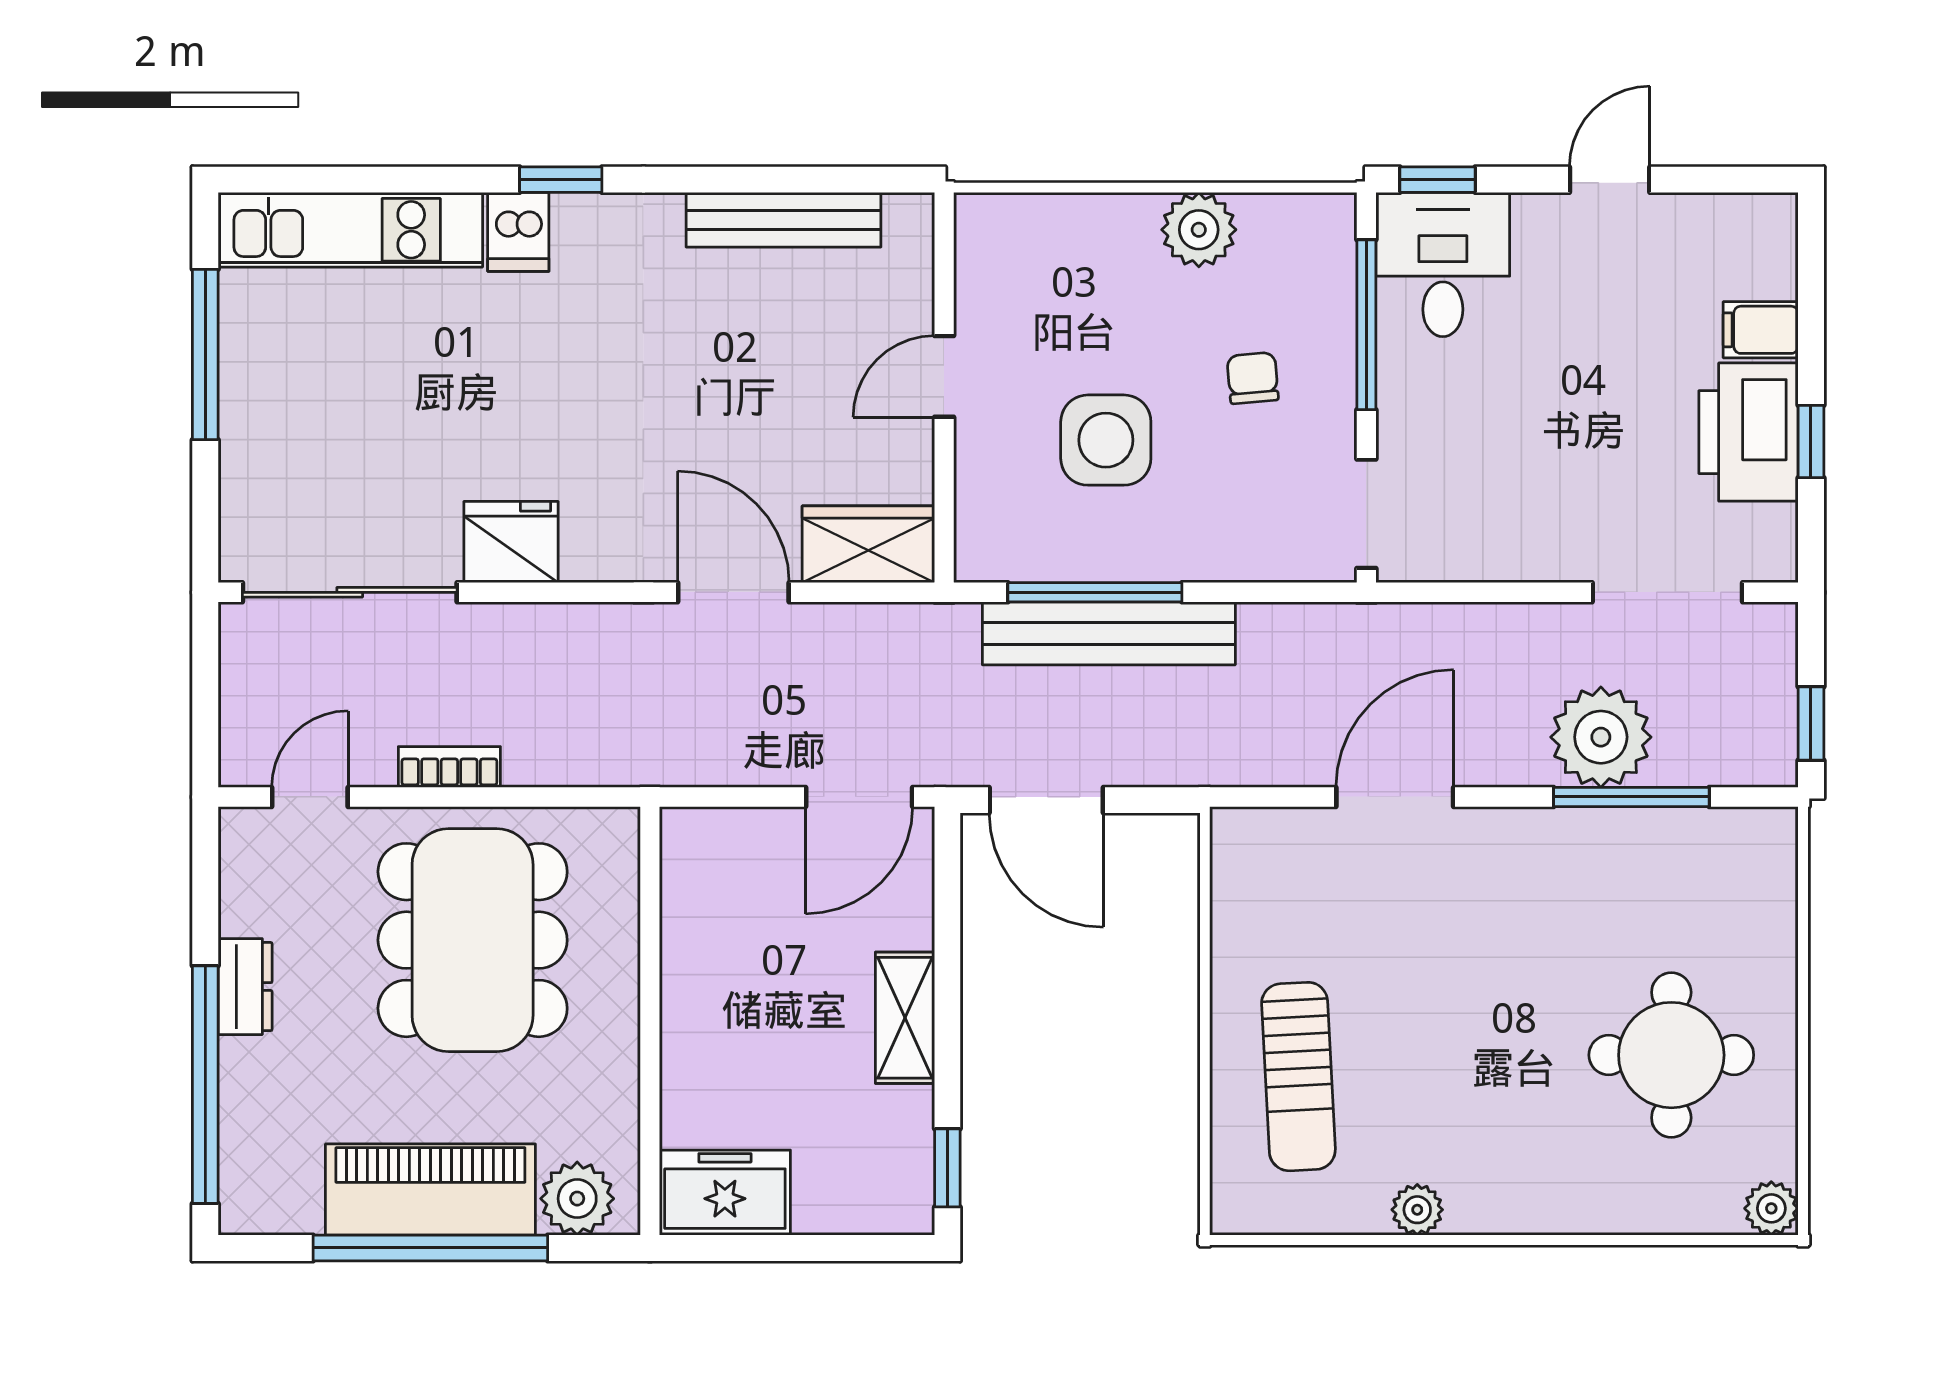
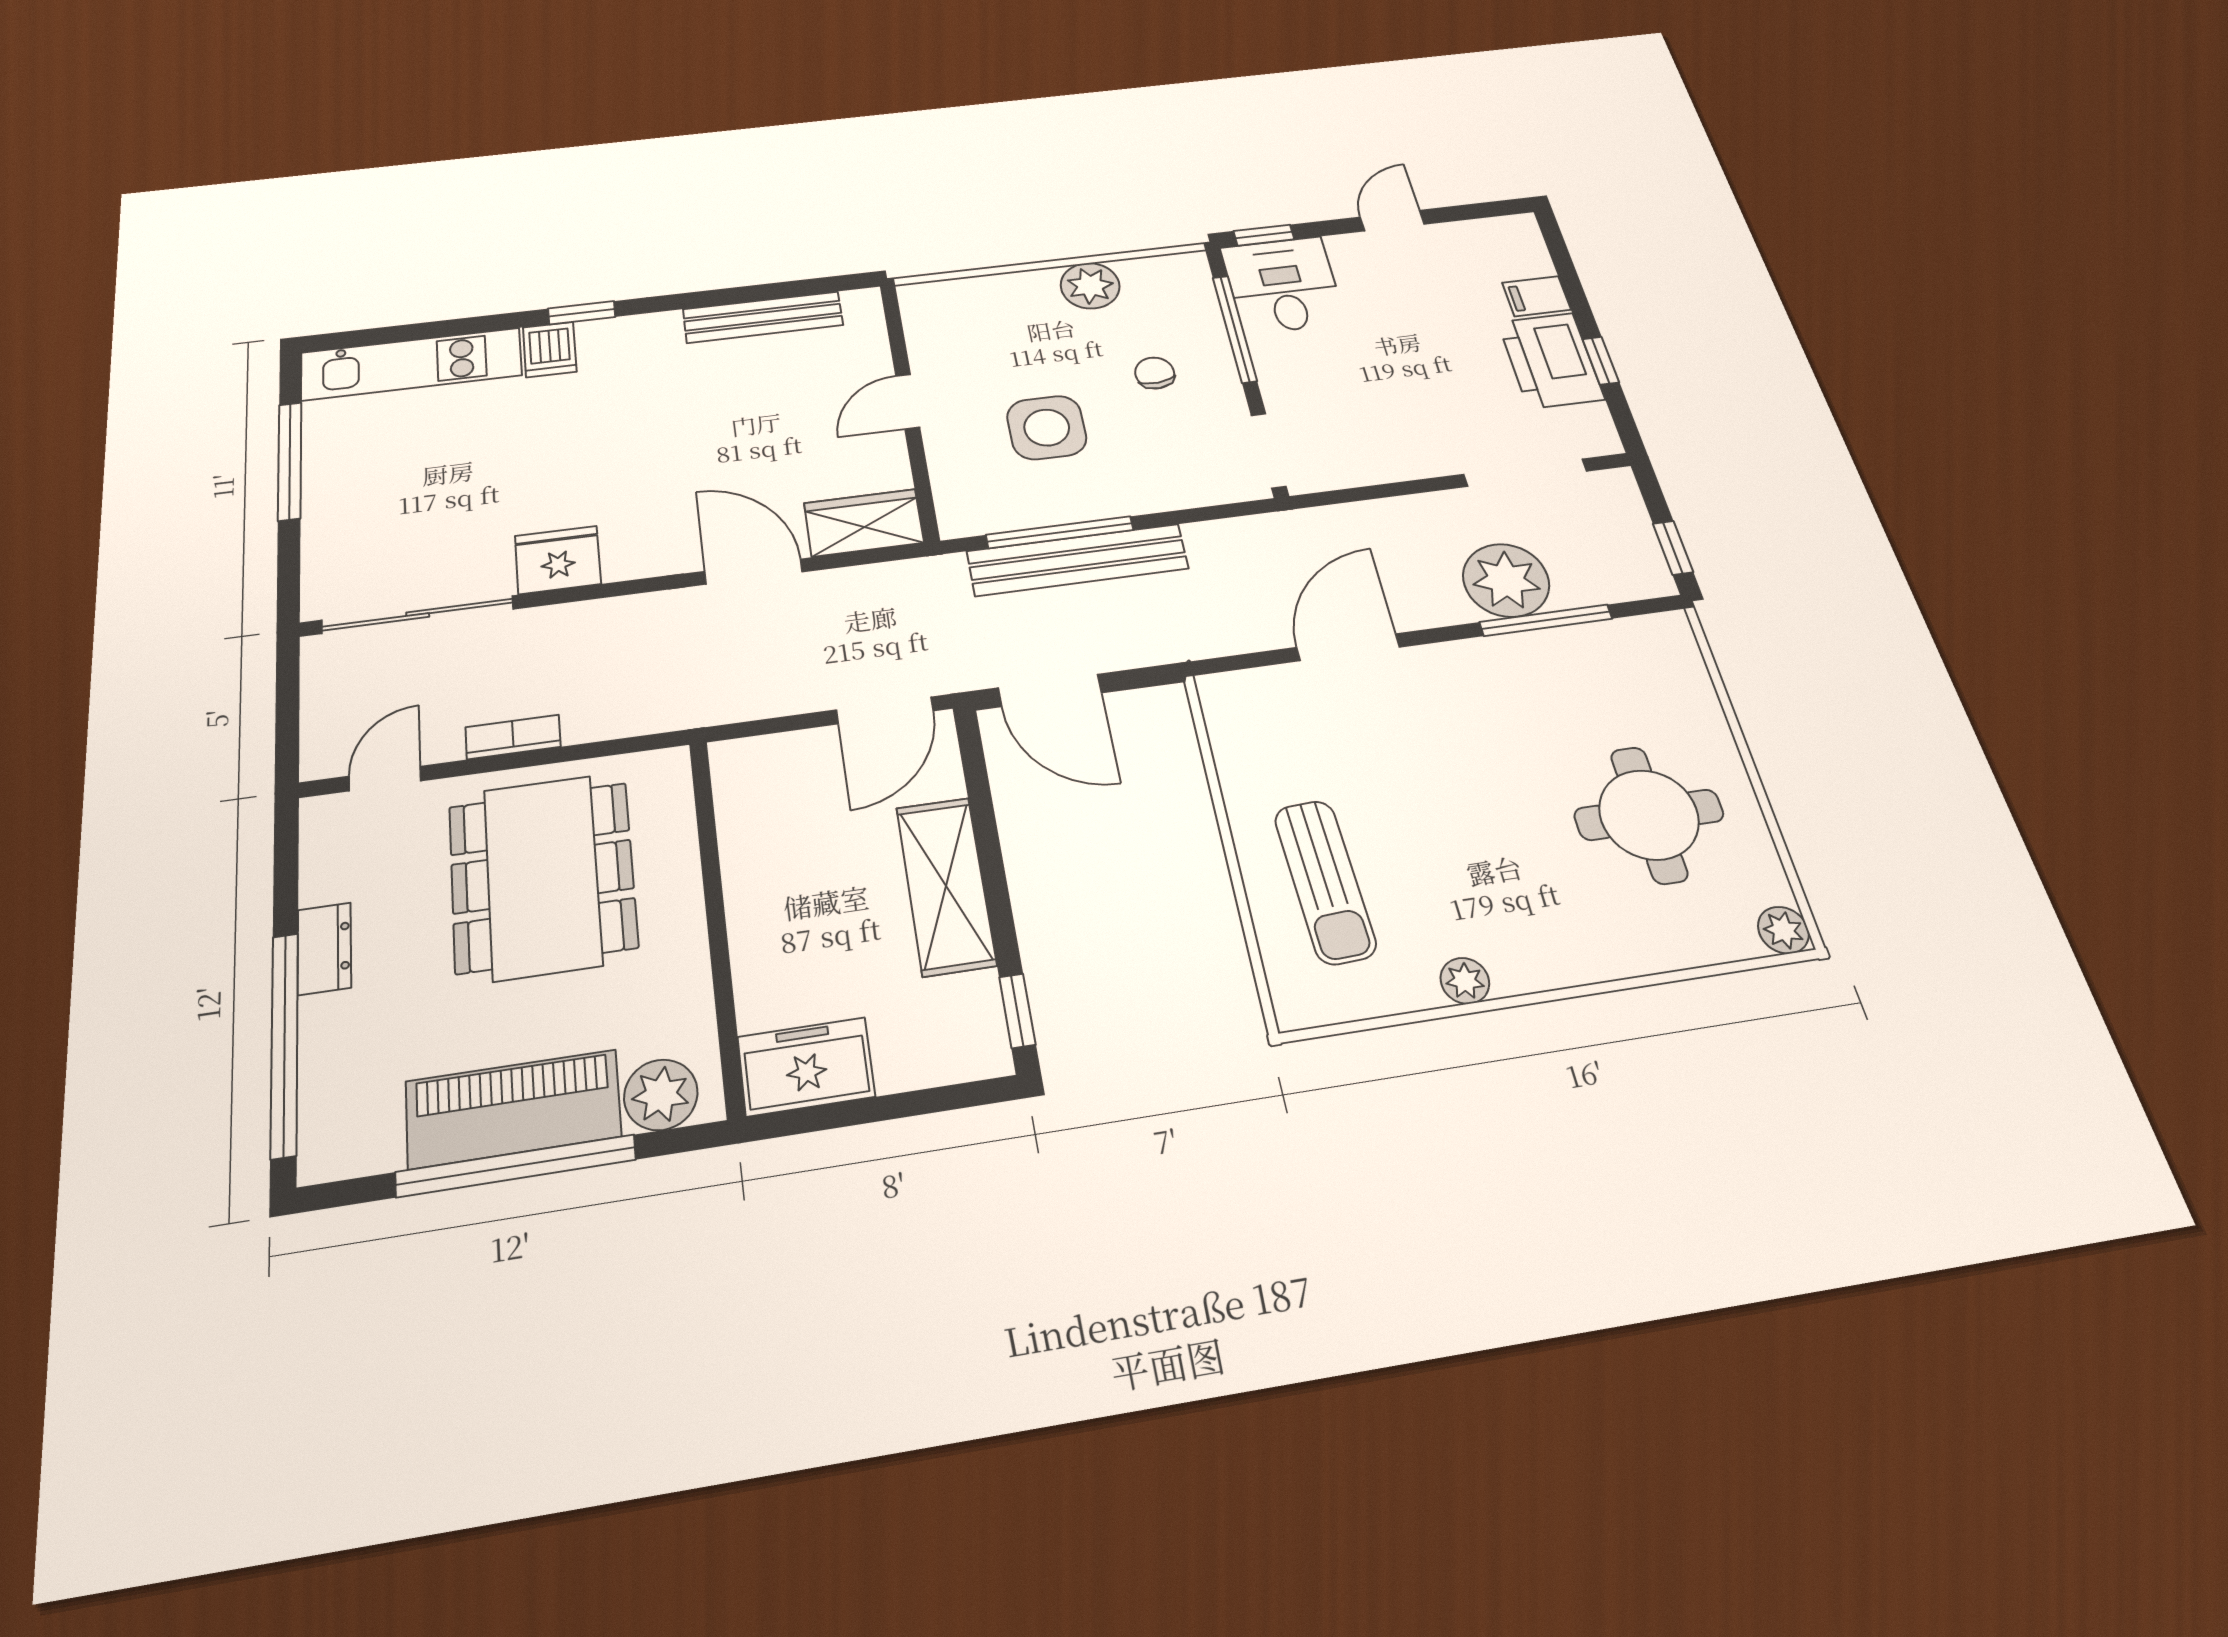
shelving: (905, 1018) -> (946, 886), width x1.50, depth x1.33

